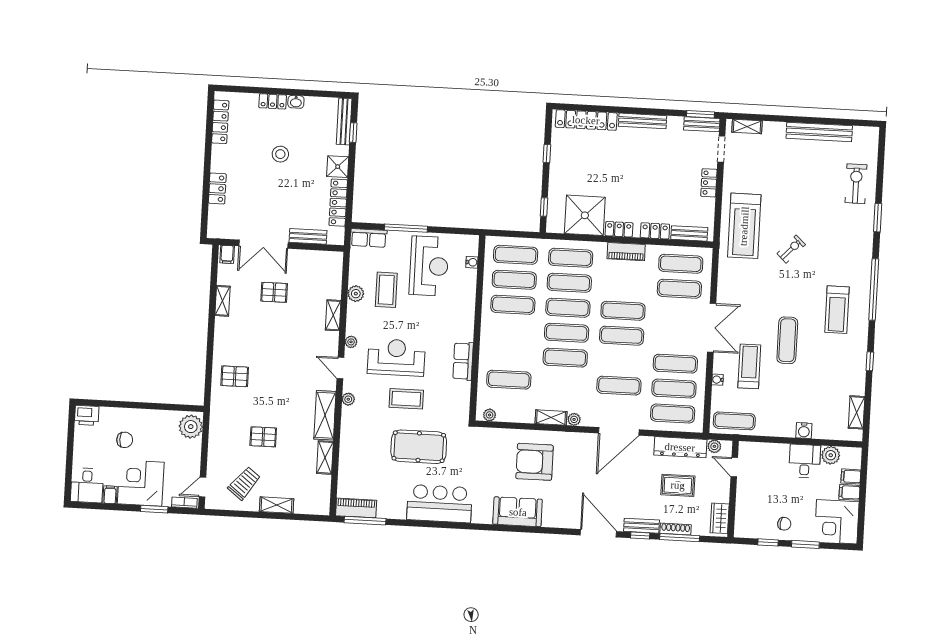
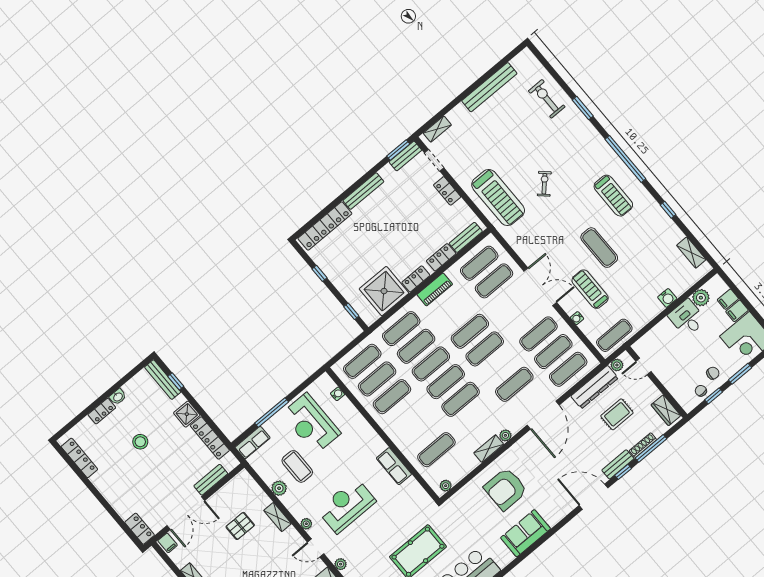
locker: (217, 188) -> (140, 529), moved
reception desk: (429, 266) -> (311, 423), turned 180
pallet: (274, 292) -> (240, 526), moved
coffee table: (406, 399) -> (379, 527), removed
chair: (762, 529) -> (701, 391), added

